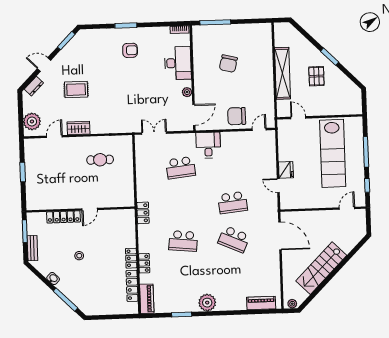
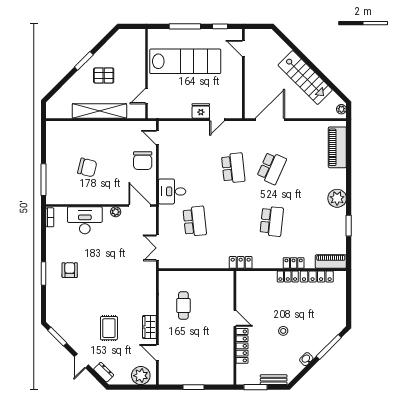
piano: (261, 303) -> (337, 147), width x1.37, depth x1.33

